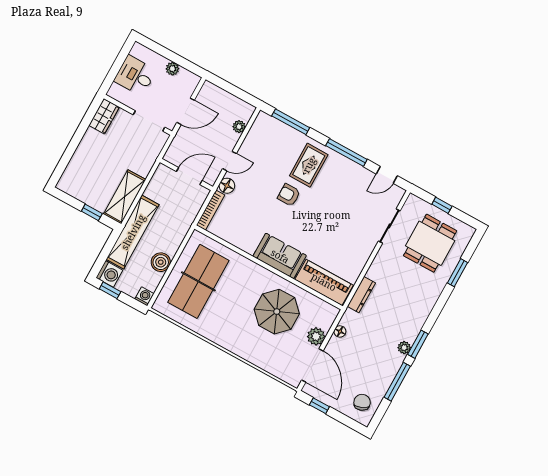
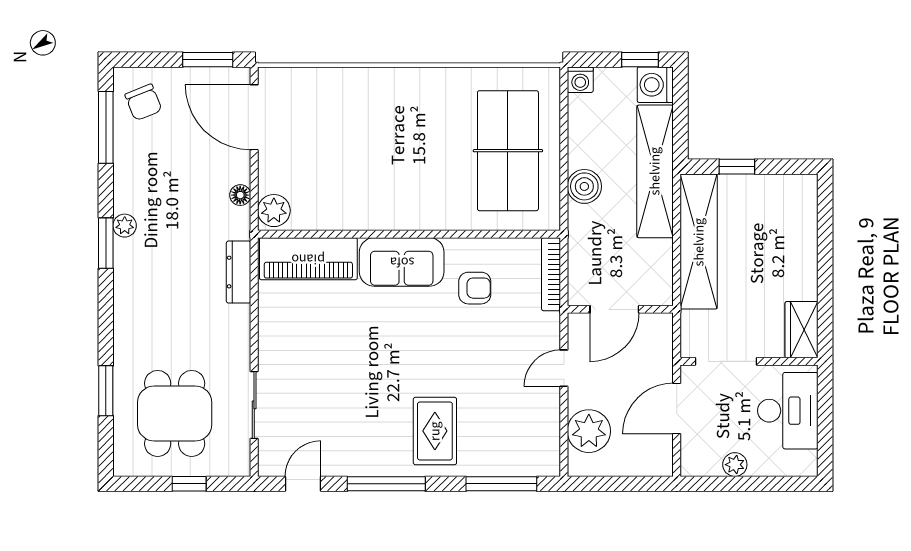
desk: (135, 76) -> (788, 411), width x1.37
plant: (239, 127) -> (589, 431), width x1.88, depth x1.88
floor lamp: (227, 186) -> (547, 327), removed
armchair: (289, 195) -> (475, 288), moved
shelving: (125, 197) -> (699, 242), width x1.47
boiler: (161, 262) -> (584, 186), moved
parasol: (277, 312) -> (358, 171), removed
plant: (316, 336) -> (274, 211), moved
window: (397, 382) -> (106, 127), moved
window: (319, 406) -> (208, 60), width x1.50

